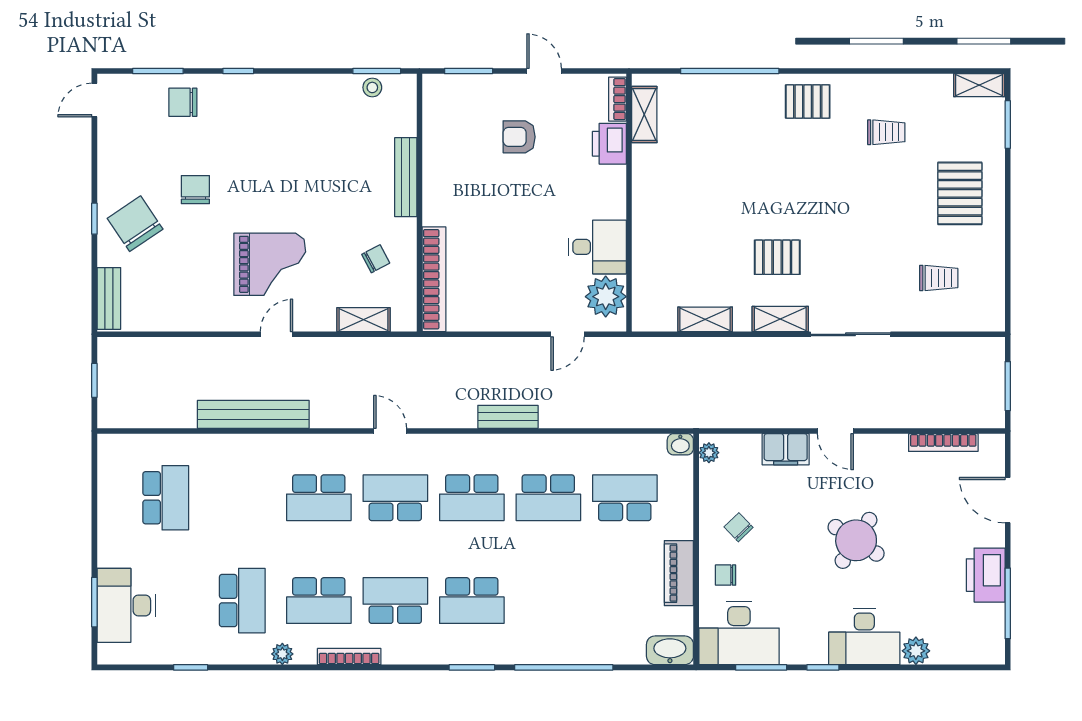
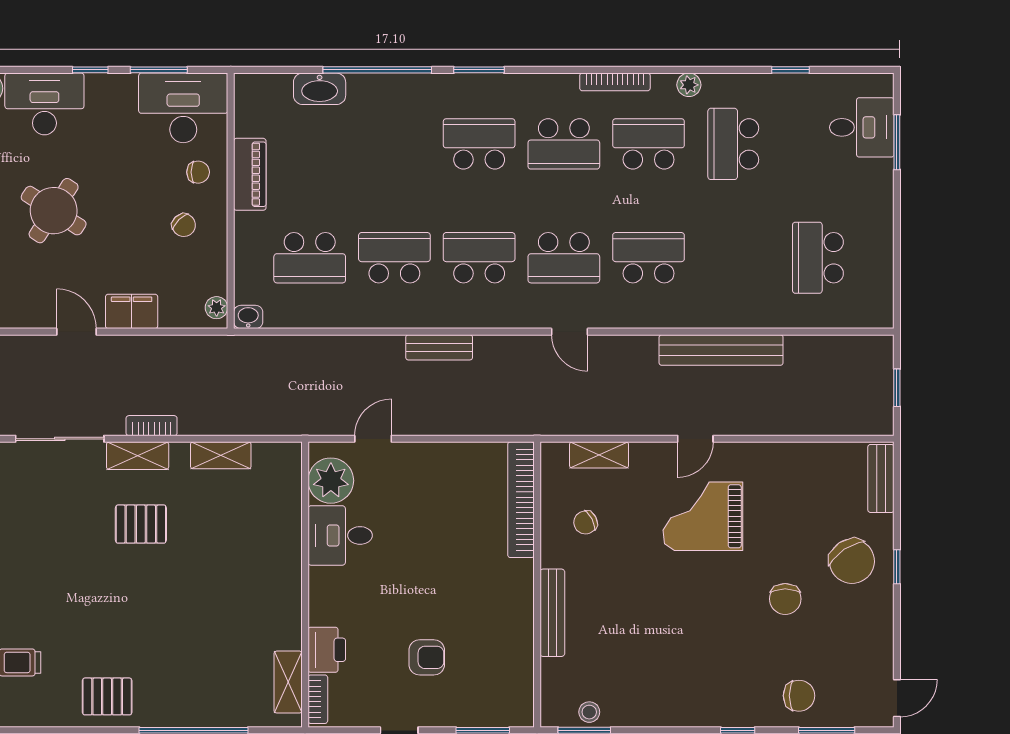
bookcase: (768, 346) -> (152, 426), added
desk: (126, 605) -> (862, 127), width x0.73
washbasin: (670, 650) -> (320, 89), moved

